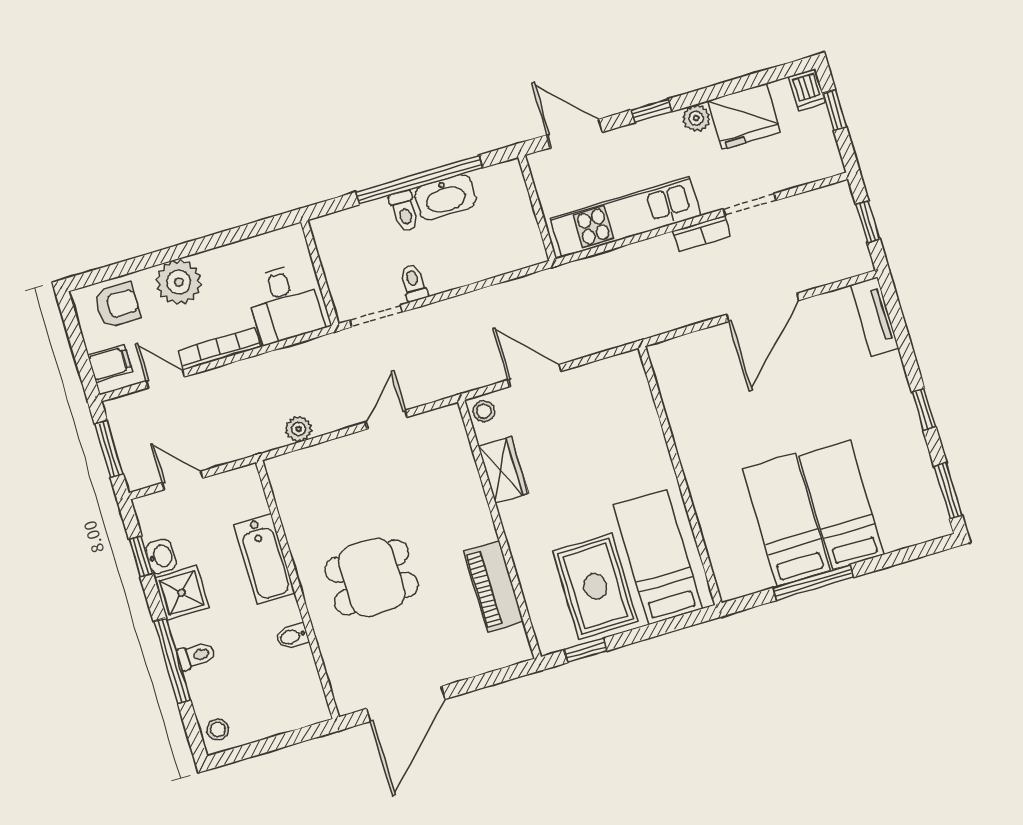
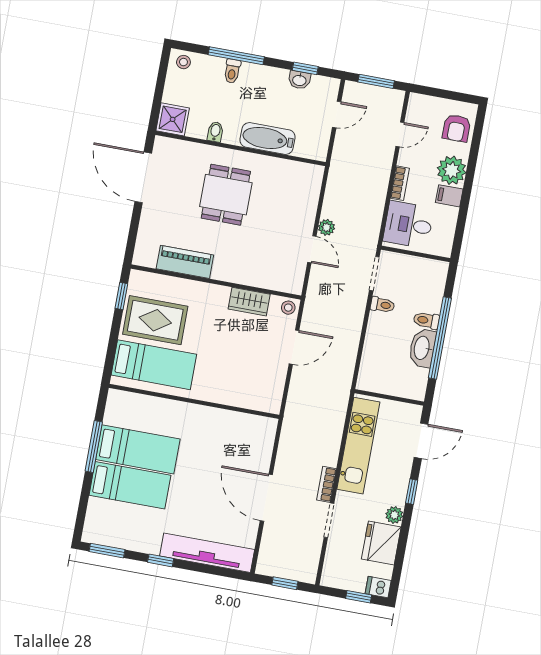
tv unit: (875, 317) -> (207, 553), width x1.92, depth x1.29
bookcase: (219, 349) -> (400, 183), width x0.64
filing cabinet: (110, 363) -> (449, 196), moved, turned 90
plant: (299, 429) -> (326, 227), moved
shower: (182, 593) -> (173, 119), moved

